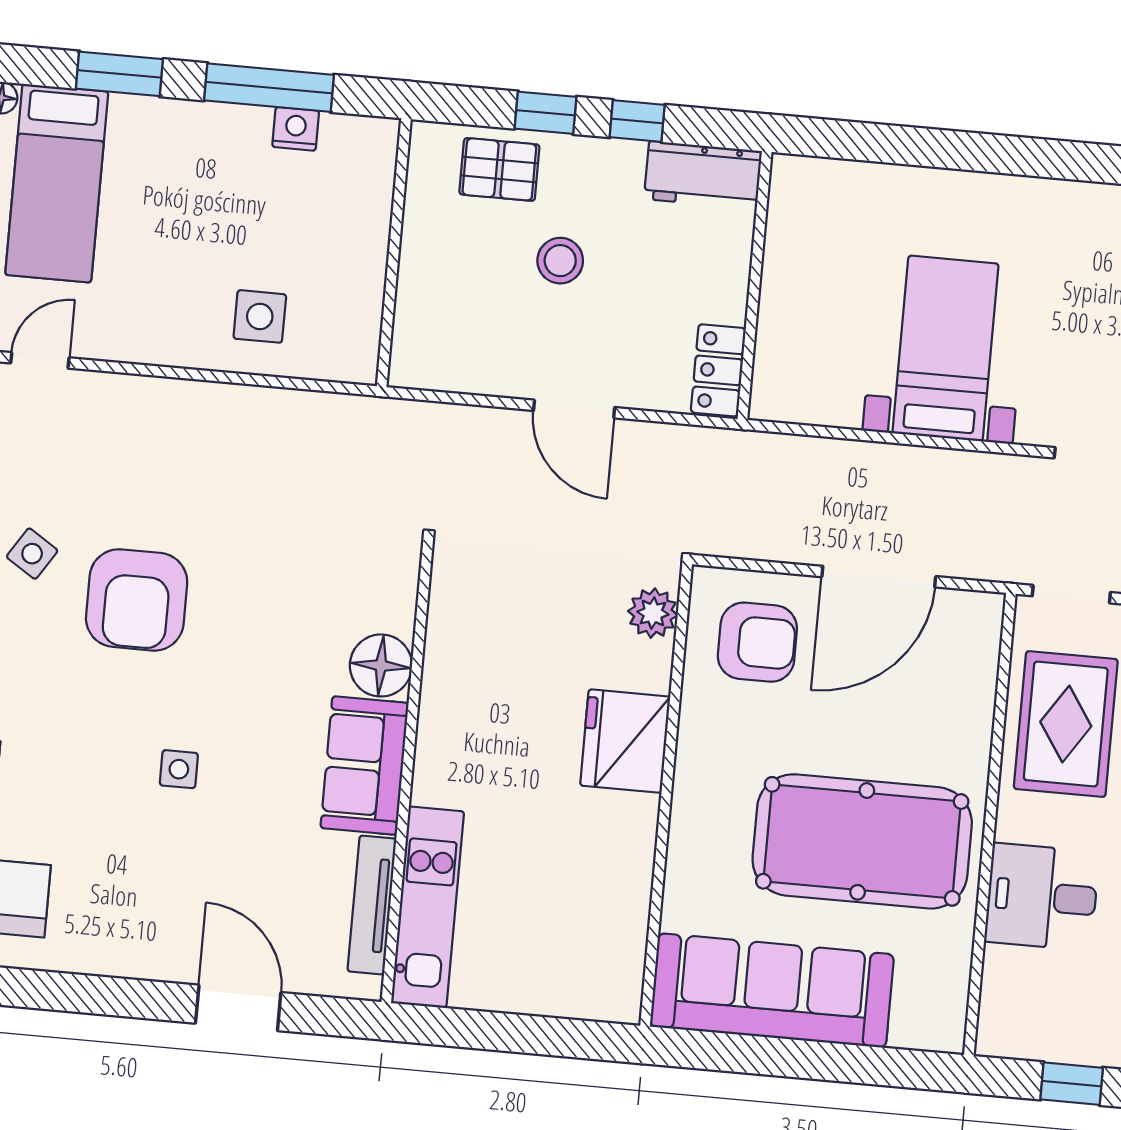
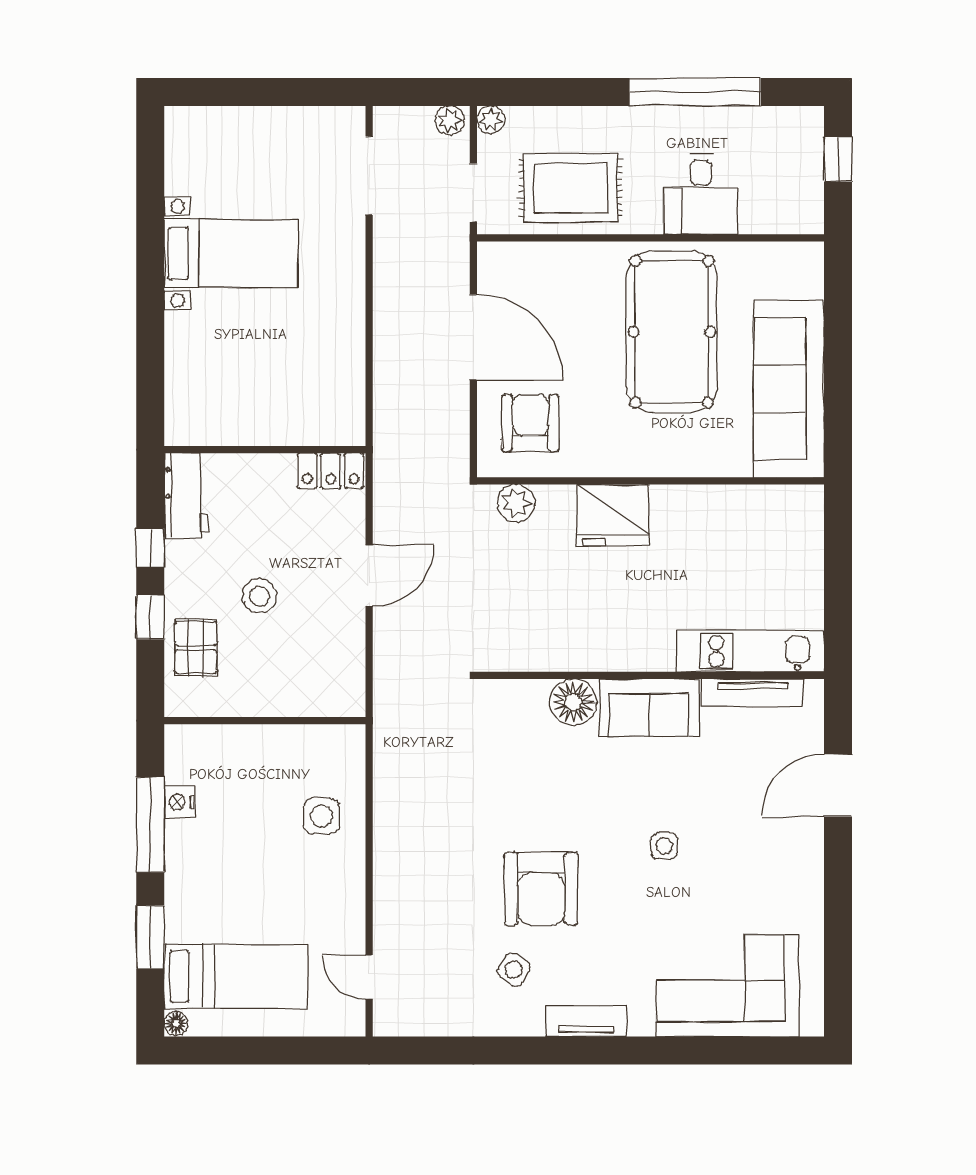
bed with nightstands: (945, 348) -> (231, 254), moved, turned 180
armchair: (137, 600) -> (541, 889), turned 90

